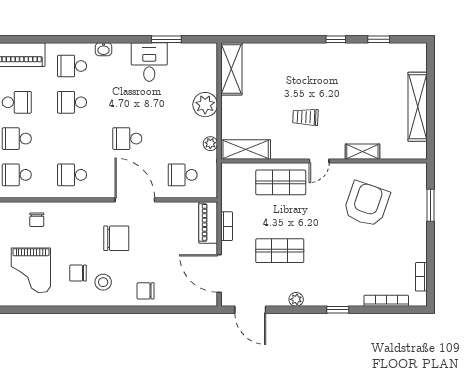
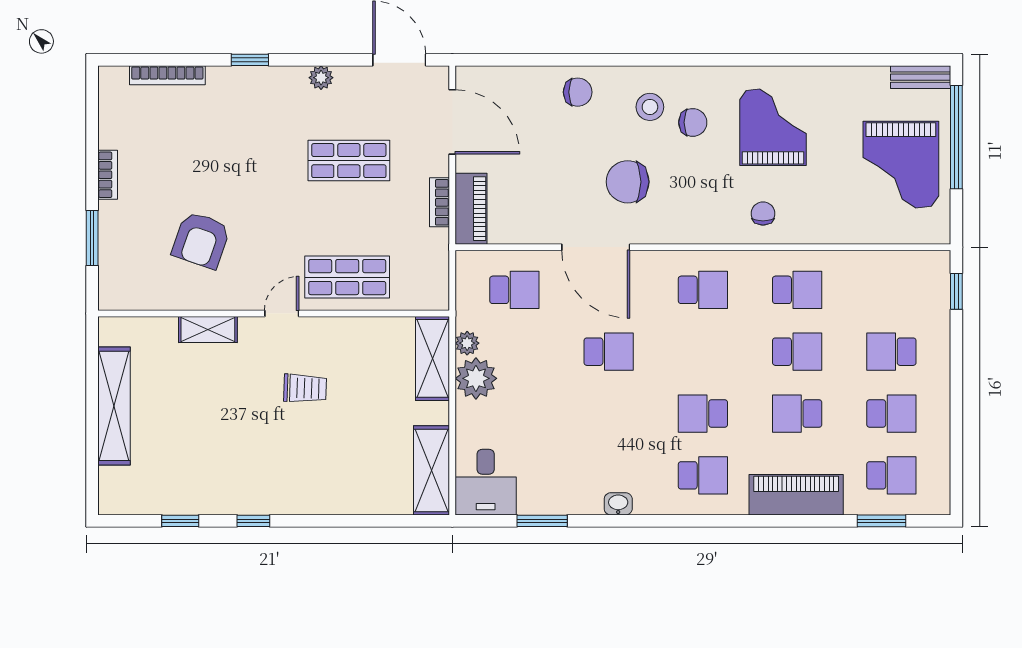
washbasin: (104, 49) -> (618, 504), moved
desk: (149, 62) -> (486, 482), moved
school desk: (72, 102) -> (703, 414), turned 180
plant: (205, 105) -> (476, 378), moved
shelving: (246, 149) -> (432, 358), moved, turned 90
armchair: (366, 204) -> (201, 240), width x0.73, depth x0.73
bookcase: (421, 277) -> (108, 175), moved

